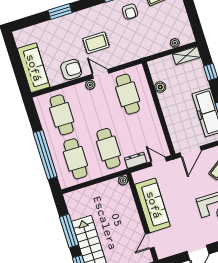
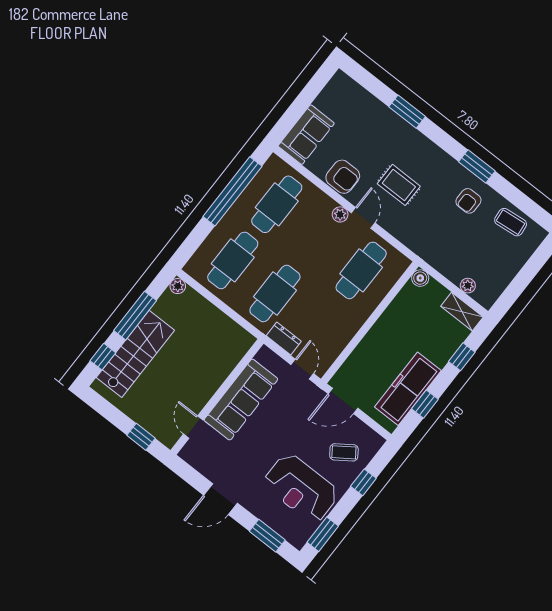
sofa: (33, 68) -> (306, 135), width x0.73
boiler: (160, 87) -> (420, 278), moved
window: (45, 155) -> (232, 191), moved
plant: (123, 180) -> (178, 286), moved
door: (150, 241) -> (193, 427), hinge flipped

